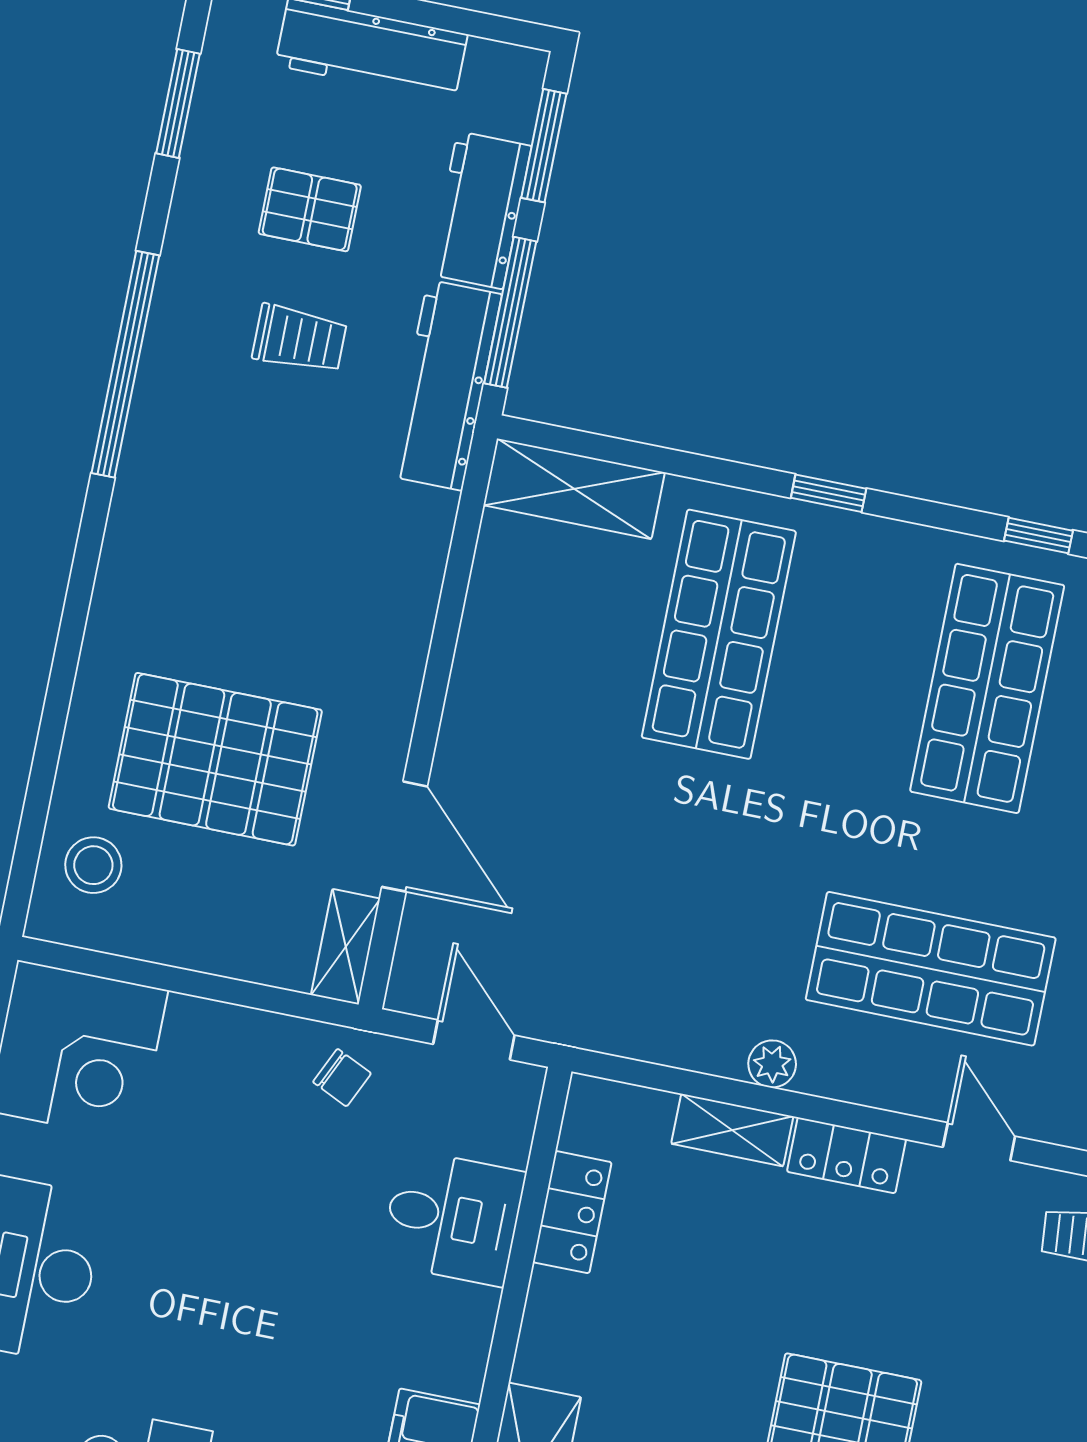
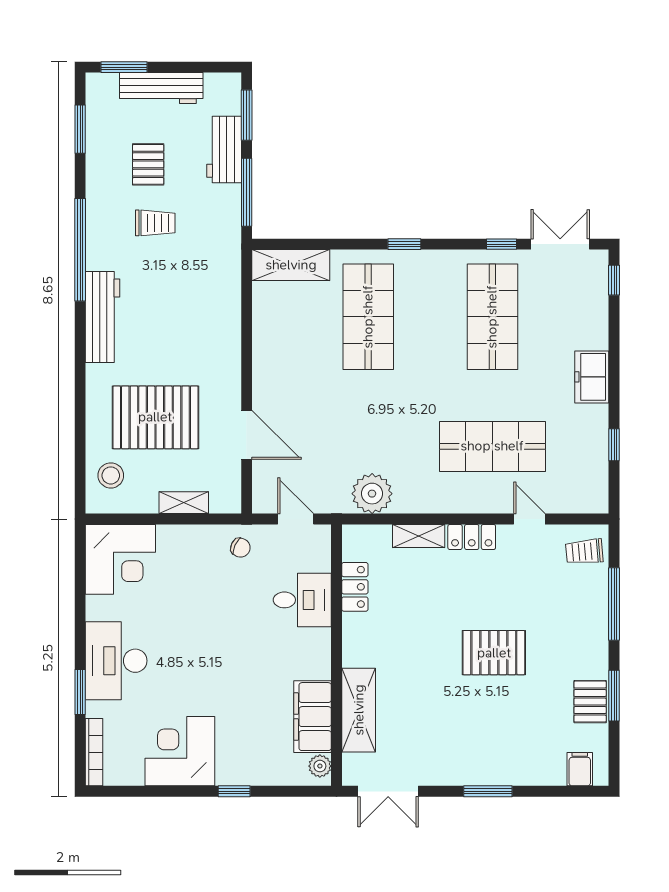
pallet: (310, 209) -> (148, 164), turned 90
workbench: (445, 385) -> (103, 317), moved, turned 180
shelving: (346, 947) -> (184, 503), moved, turned 90
plant: (772, 1064) -> (372, 494), moved, width x1.88, depth x1.88

